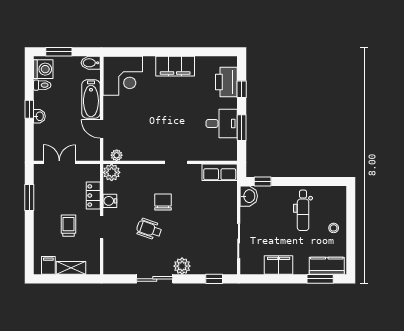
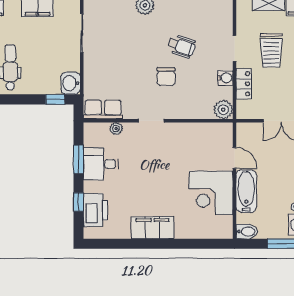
corner desk: (123, 76) -> (211, 193), moved, turned -90
plant: (117, 155) -> (116, 129), moved
trolley: (68, 226) -> (271, 50), width x1.36, depth x1.39

